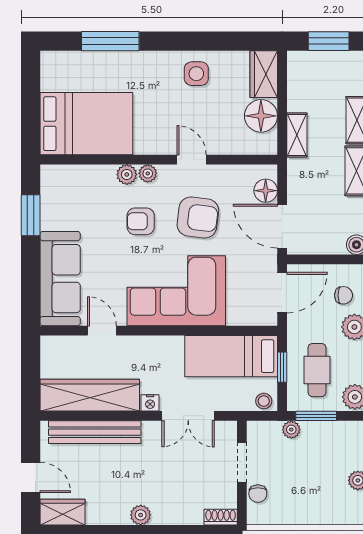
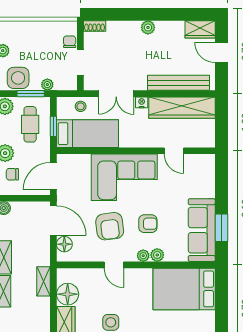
armchair: (198, 218) -> (110, 226), turned -104
sofa: (60, 279) -> (202, 230), moved
stool: (264, 401) -> (81, 106), moved
double door: (188, 416) -> (116, 94), swing flipped
side table: (335, 440) -> (18, 78), added

